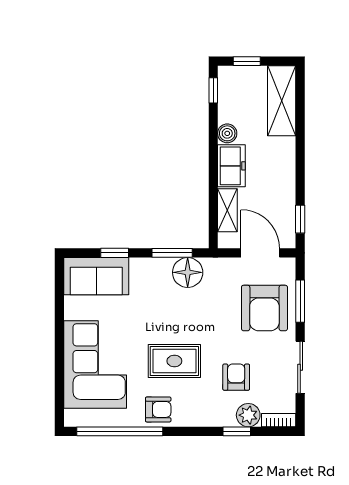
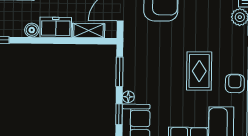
floor lamp: (188, 272) -> (128, 97), moved, width x0.53, depth x0.53
armchair: (236, 377) -> (212, 26), removed

